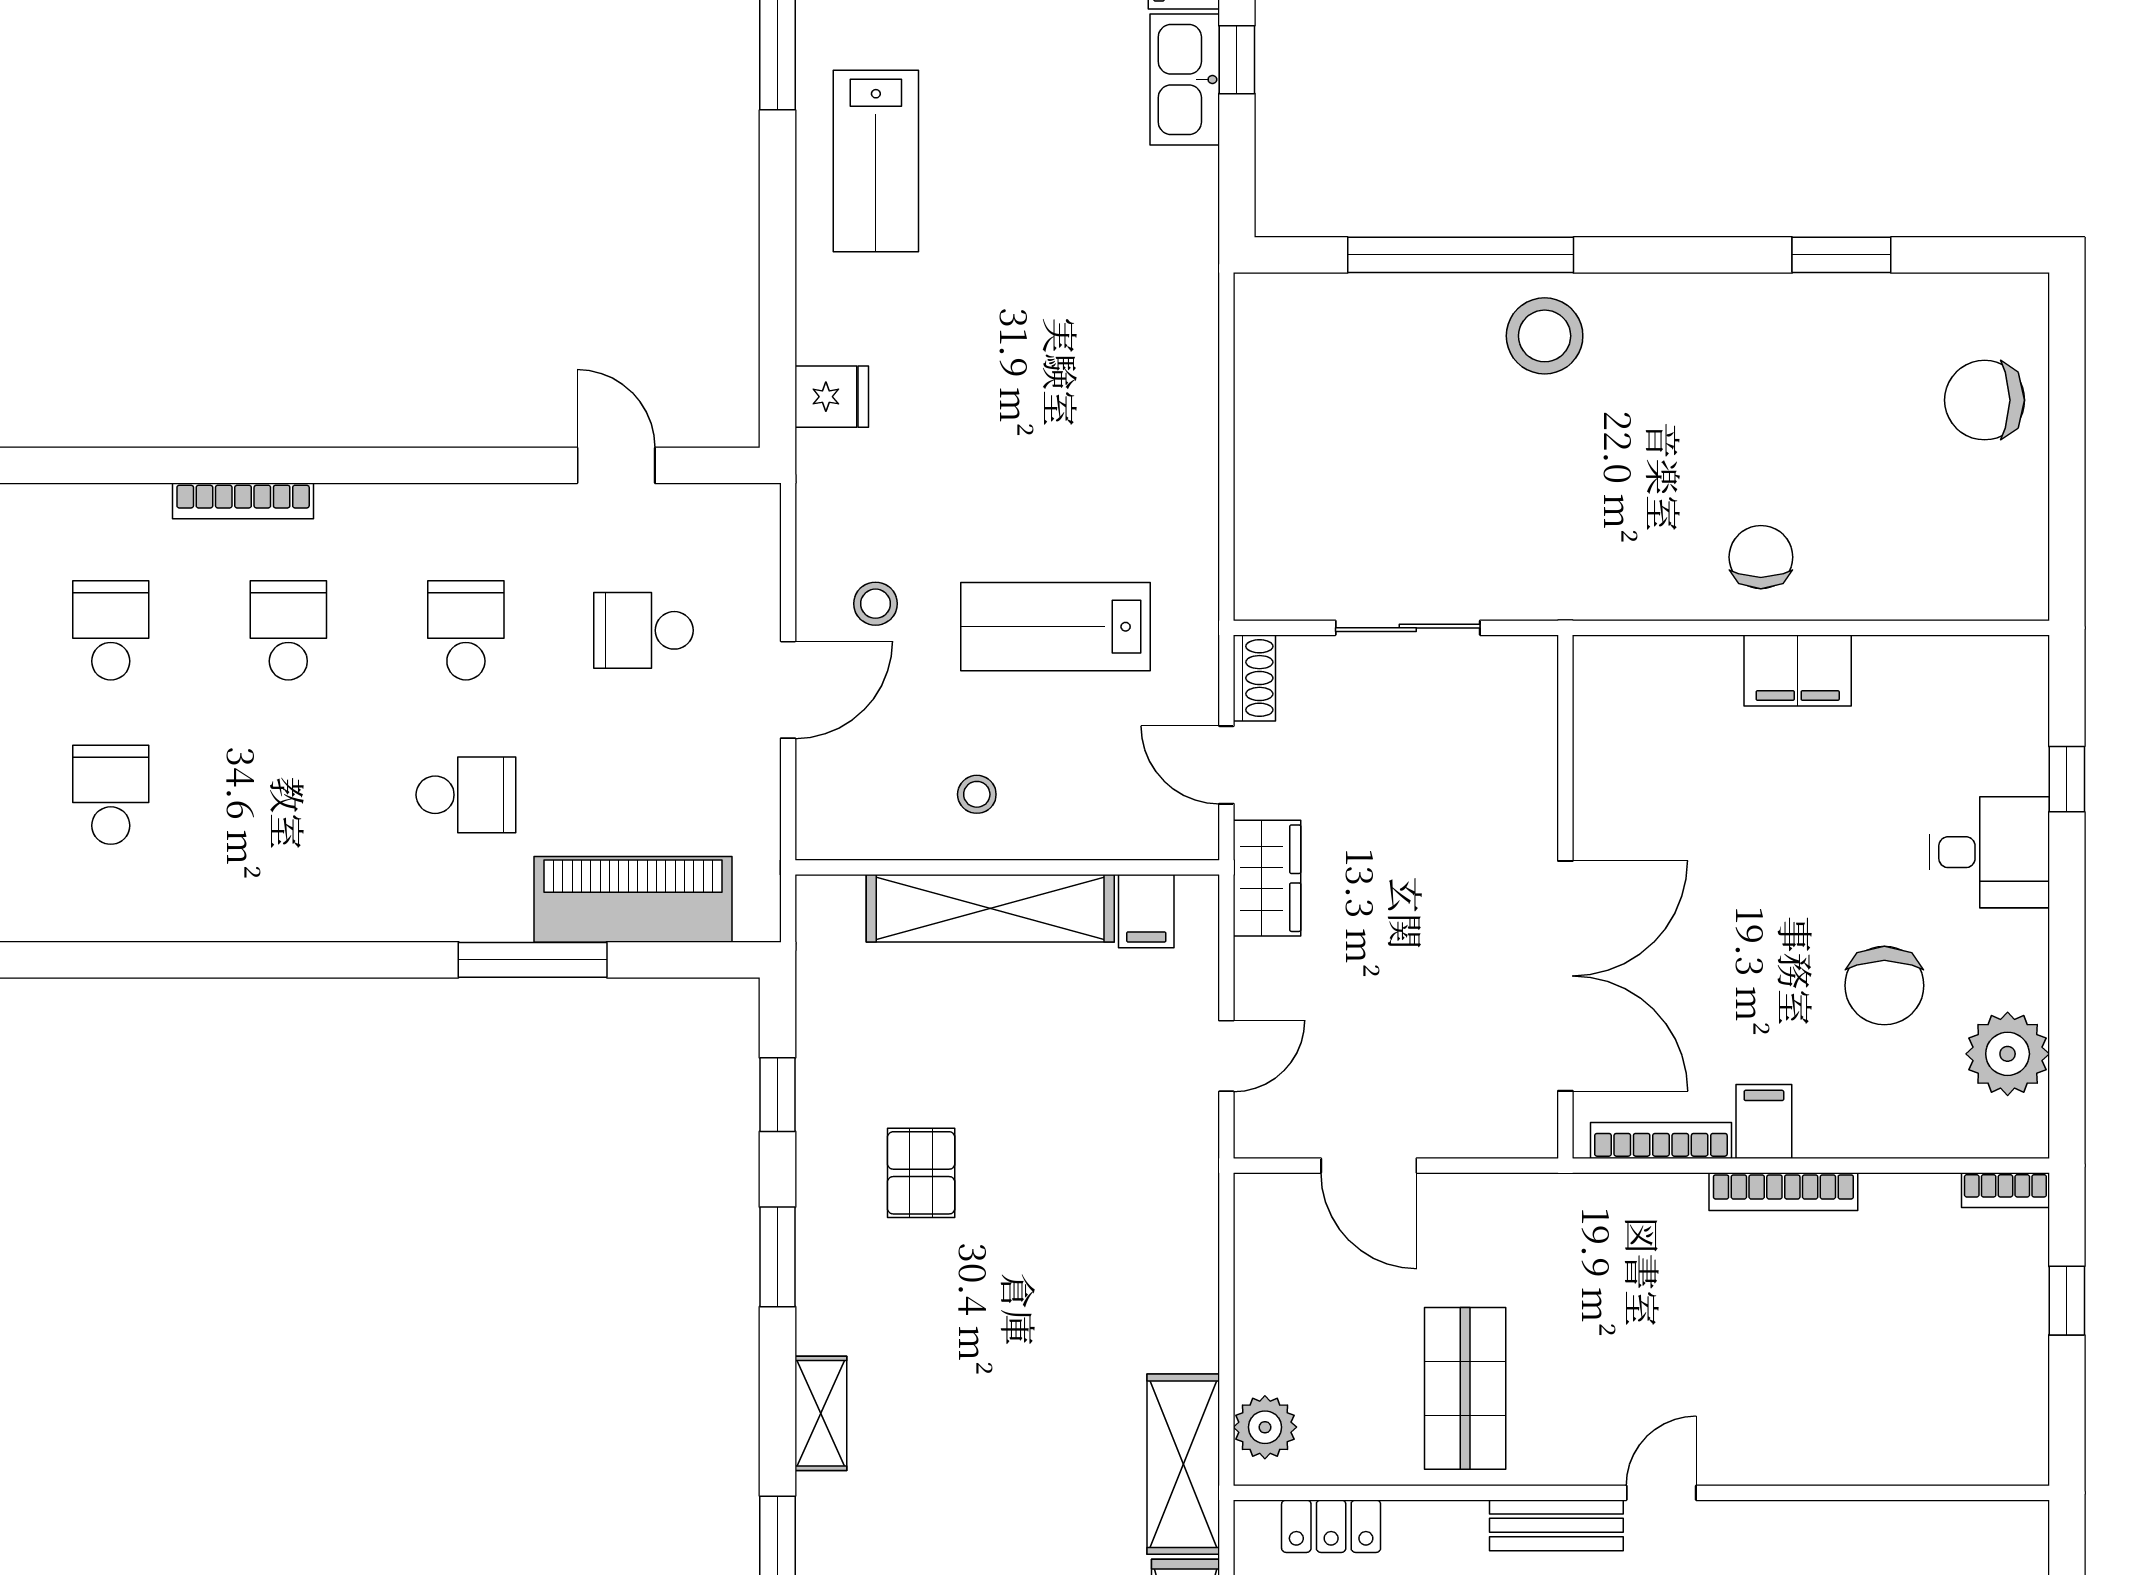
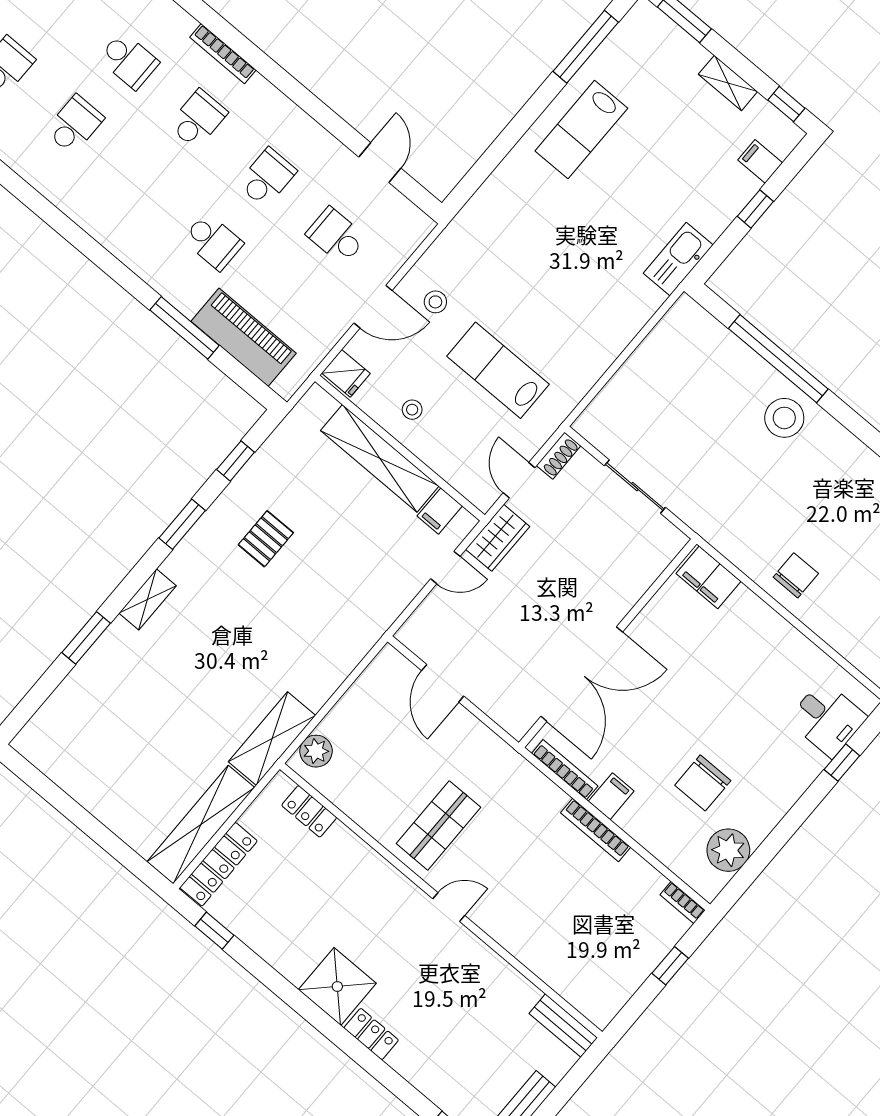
kitchen sink: (1185, 79) -> (678, 259), moved
fridge: (832, 397) -> (346, 373), moved
school desk: (111, 630) -> (129, 61), turned 90
filing cabinet: (1798, 671) -> (708, 577), moved
desk: (1989, 852) -> (827, 719), moved
door: (1226, 1056) -> (445, 567), moved
shop shelf: (1465, 1388) -> (439, 825), moved
bench: (1556, 1525) -> (563, 1026), moved

